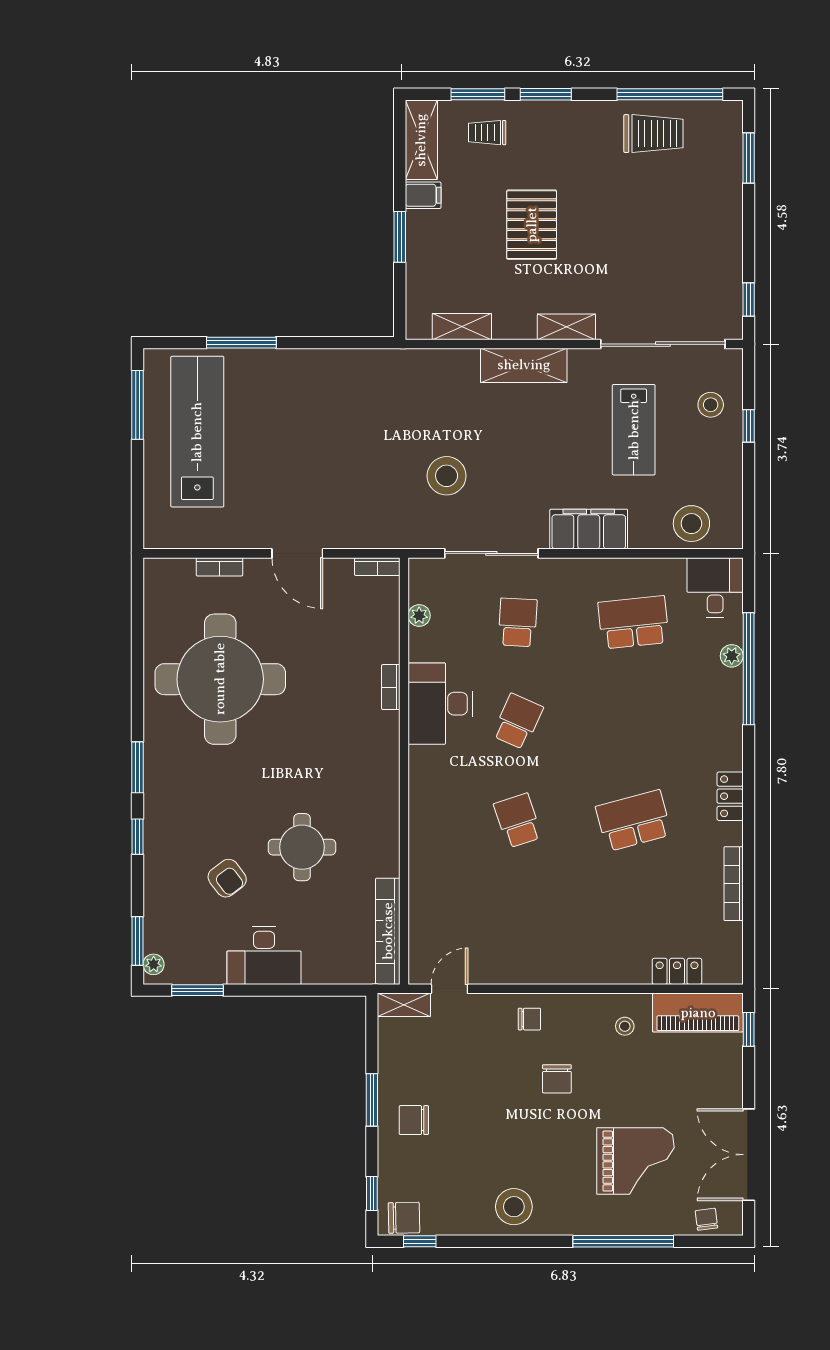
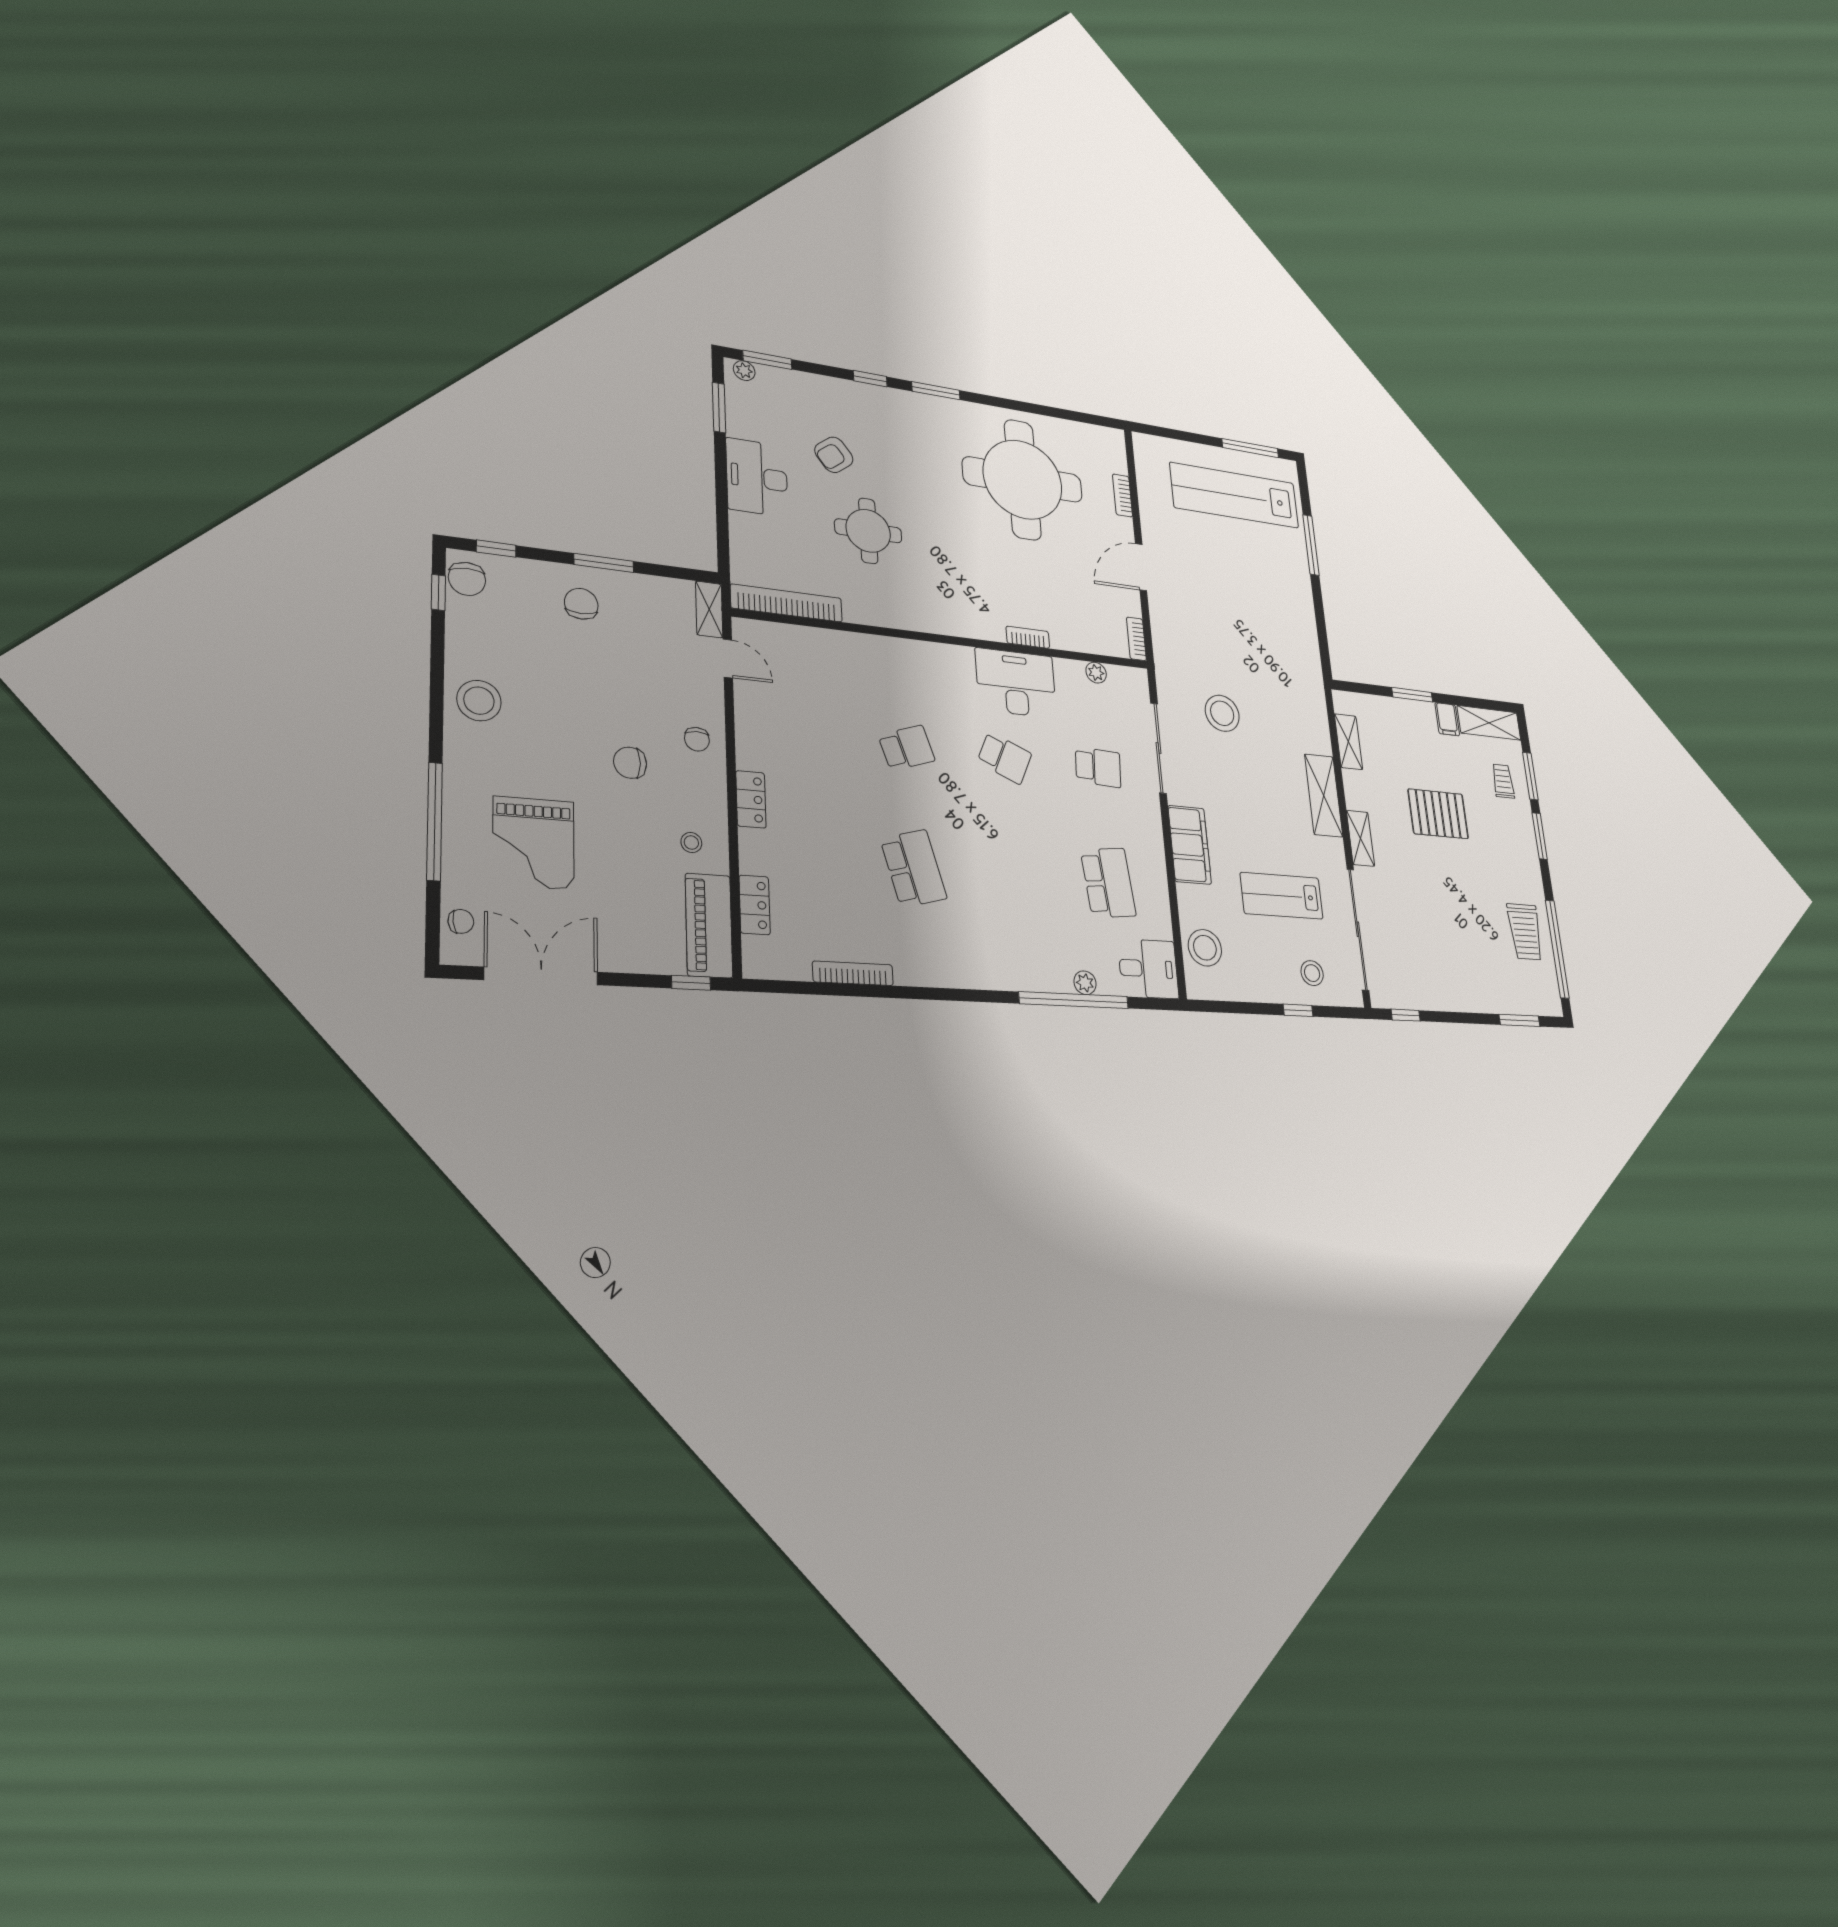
lab bench: (197, 432) -> (1235, 495), turned 180
locker: (730, 796) -> (751, 799), moved, turned 90

